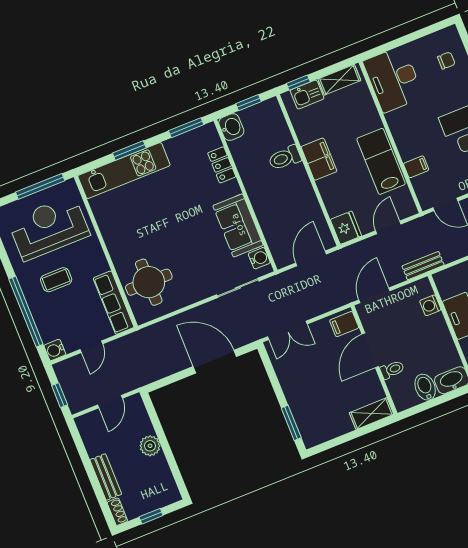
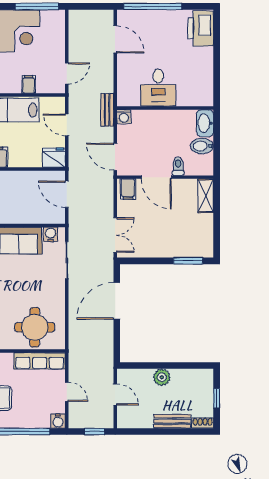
washing machine: (430, 305) -> (124, 117), moved

